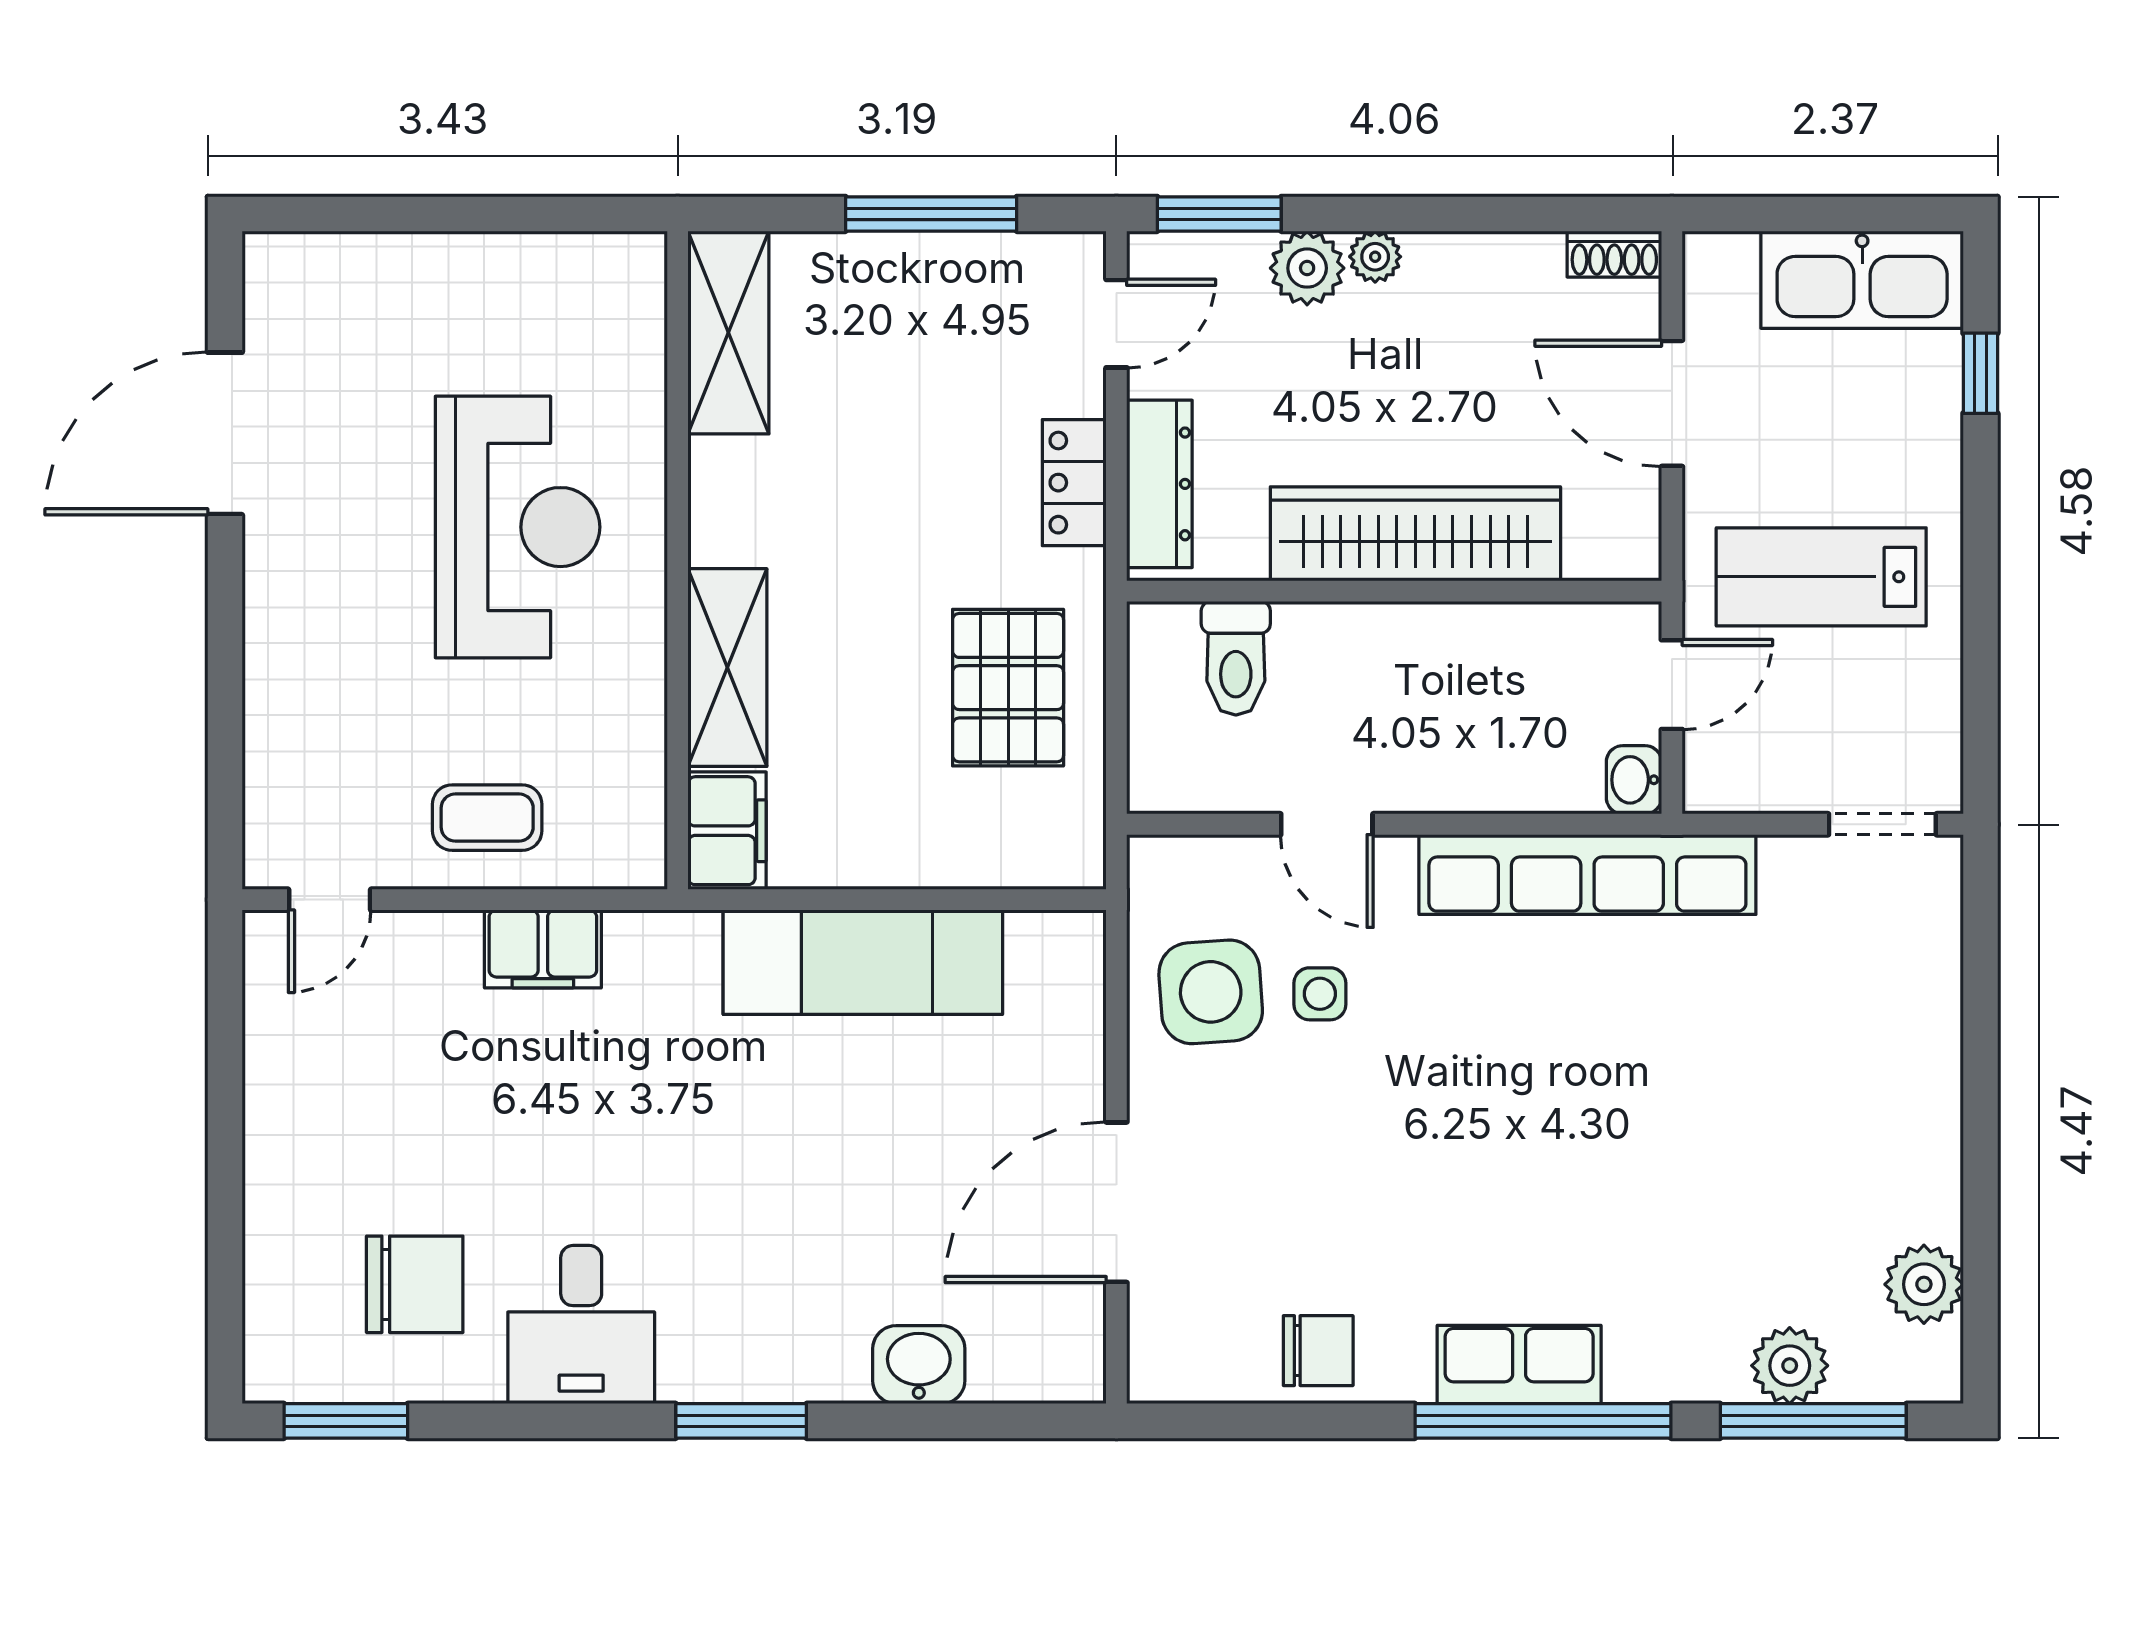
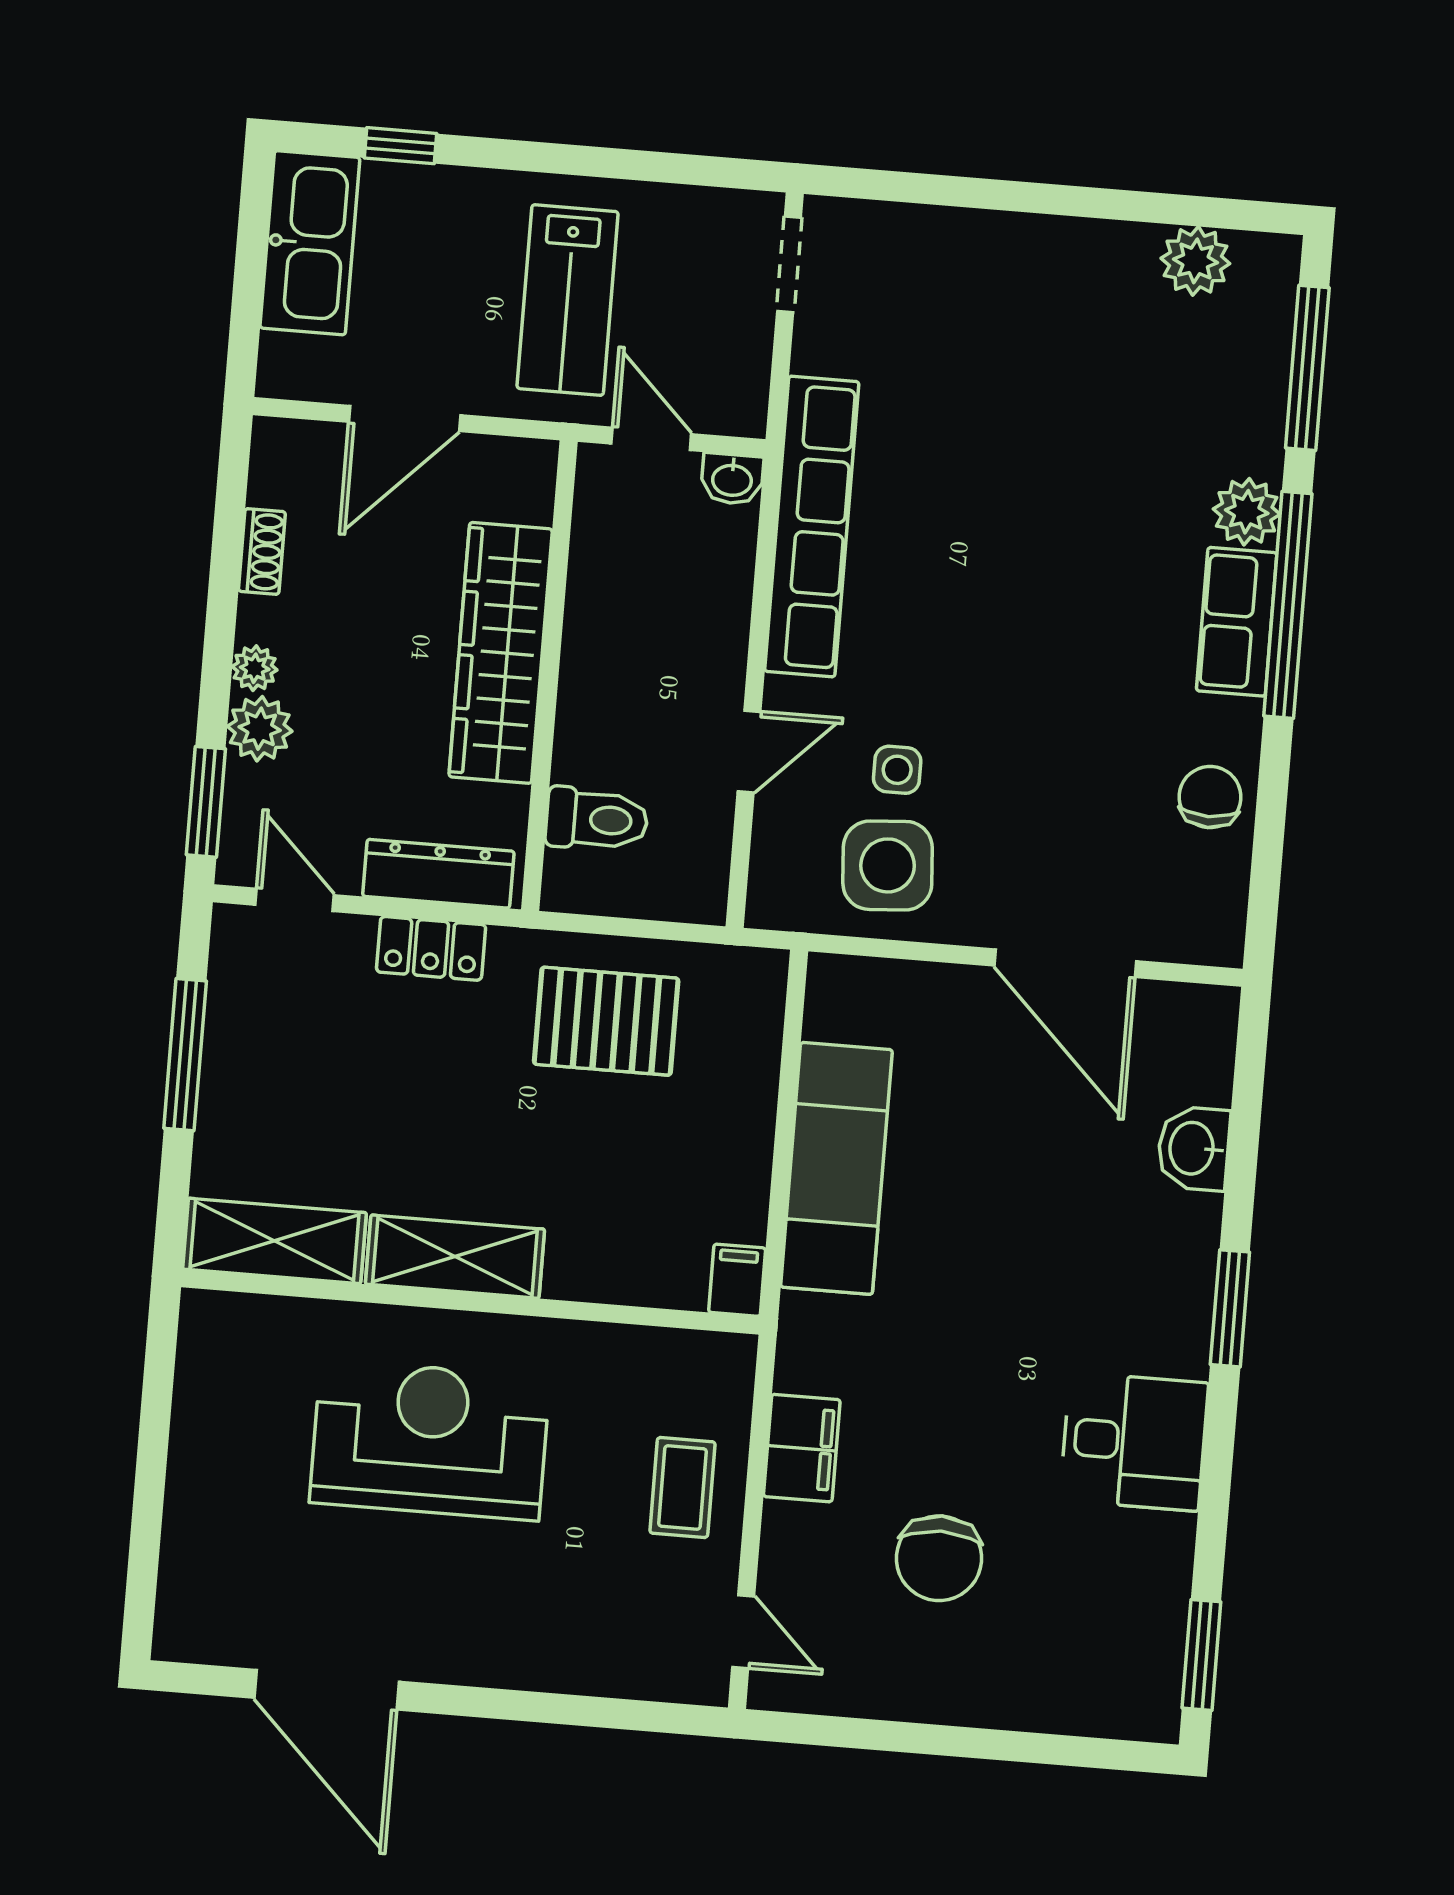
shoe rack: (1614, 254) -> (262, 551), moved
shelving: (727, 668) -> (455, 1257), moved
filing cabinet: (727, 831) -> (737, 1280), width x0.50
chair: (415, 1284) -> (939, 1558), moved, turned 180
plant: (1790, 1366) -> (1247, 512), moved

